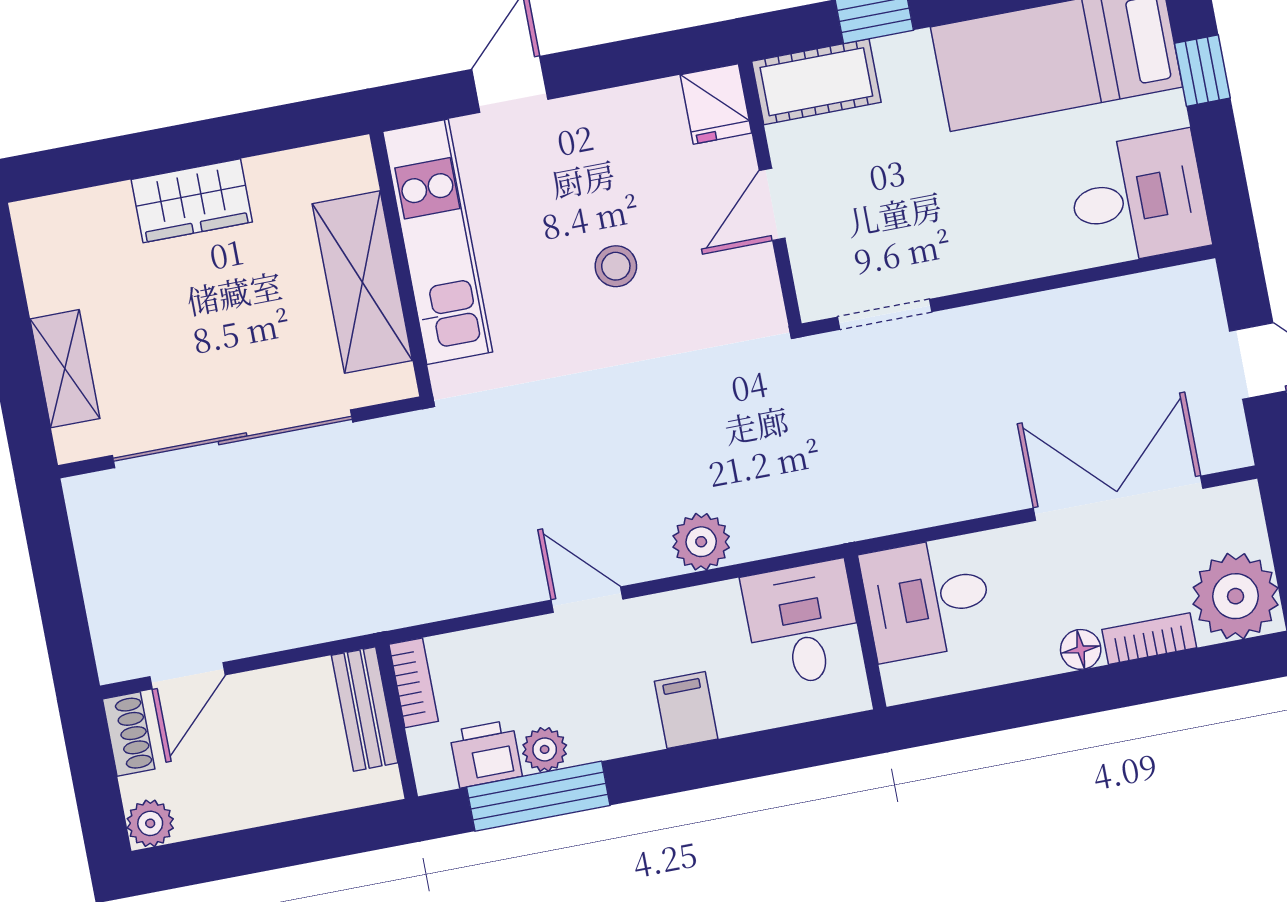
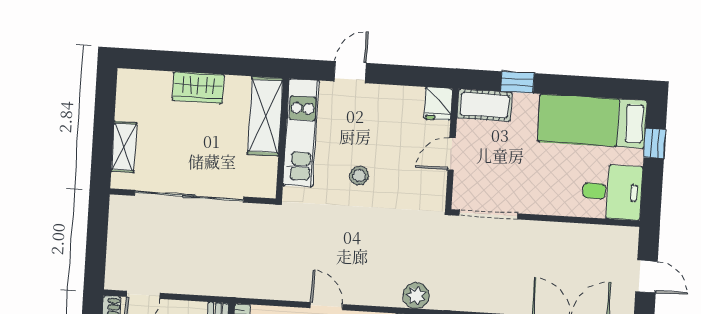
stool: (616, 266) -> (359, 176), moved
shelving: (362, 282) -> (265, 116), moved
doorway: (885, 314) -> (489, 215), width x1.38
plant: (701, 542) -> (416, 296), moved

